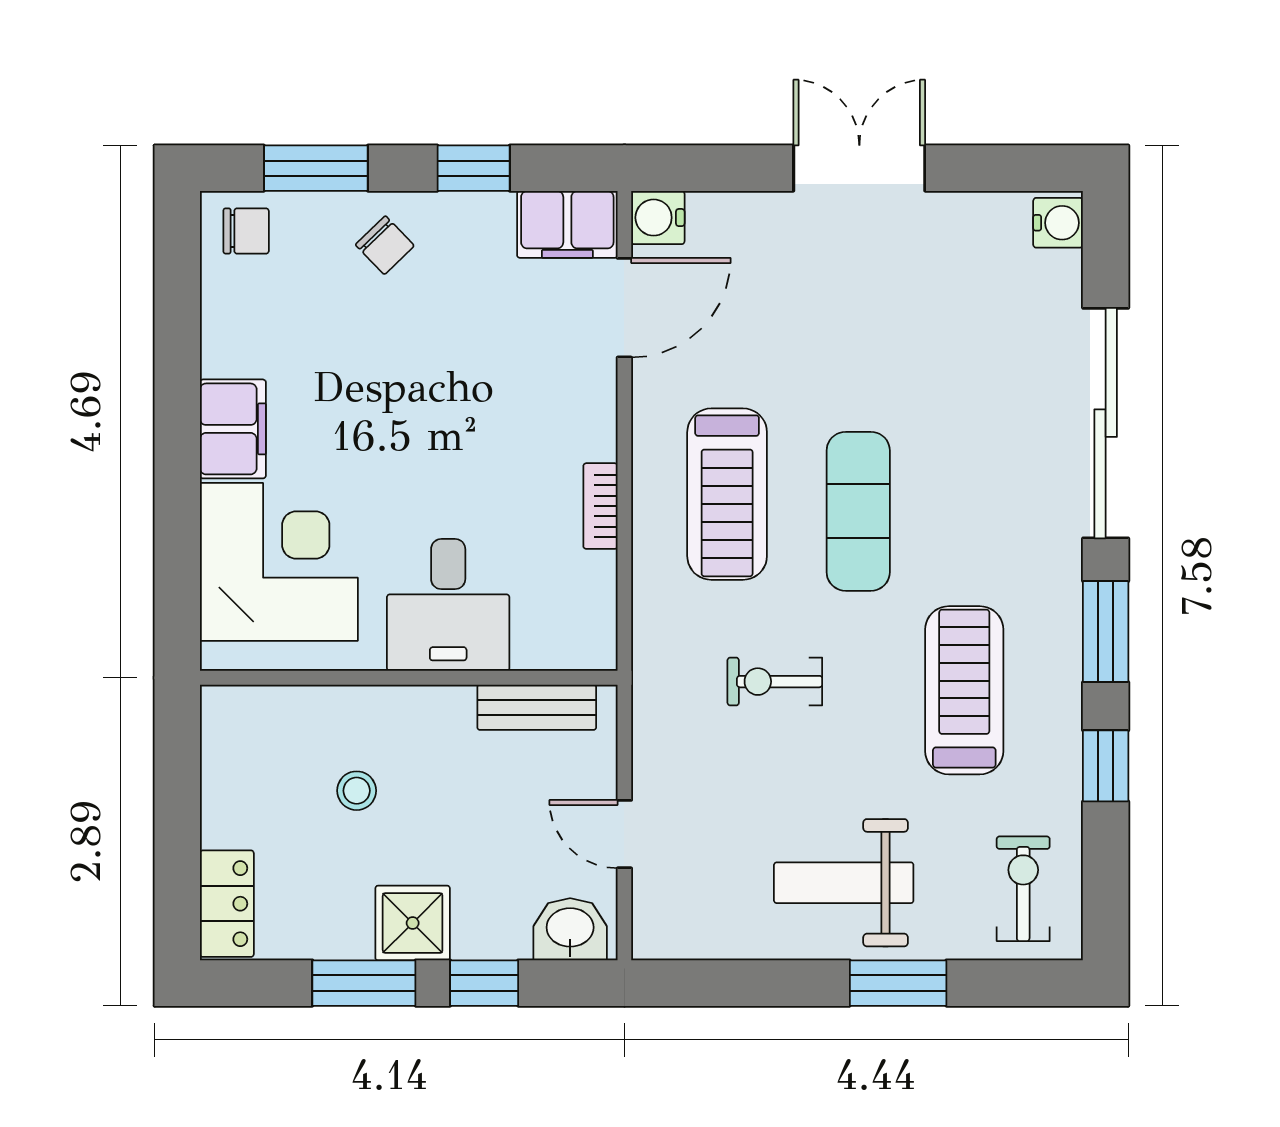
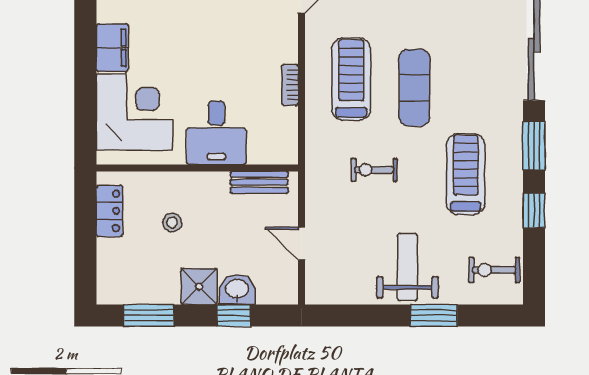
treadmill: (727, 494) -> (351, 79), turned 180
weight bench: (844, 883) -> (407, 267), turned 90
exercise bike: (1023, 889) -> (494, 270), turned -90
locker: (227, 904) -> (109, 211), moved
washbasin: (570, 929) -> (237, 290), moved
window: (364, 983) -> (149, 316), moved

